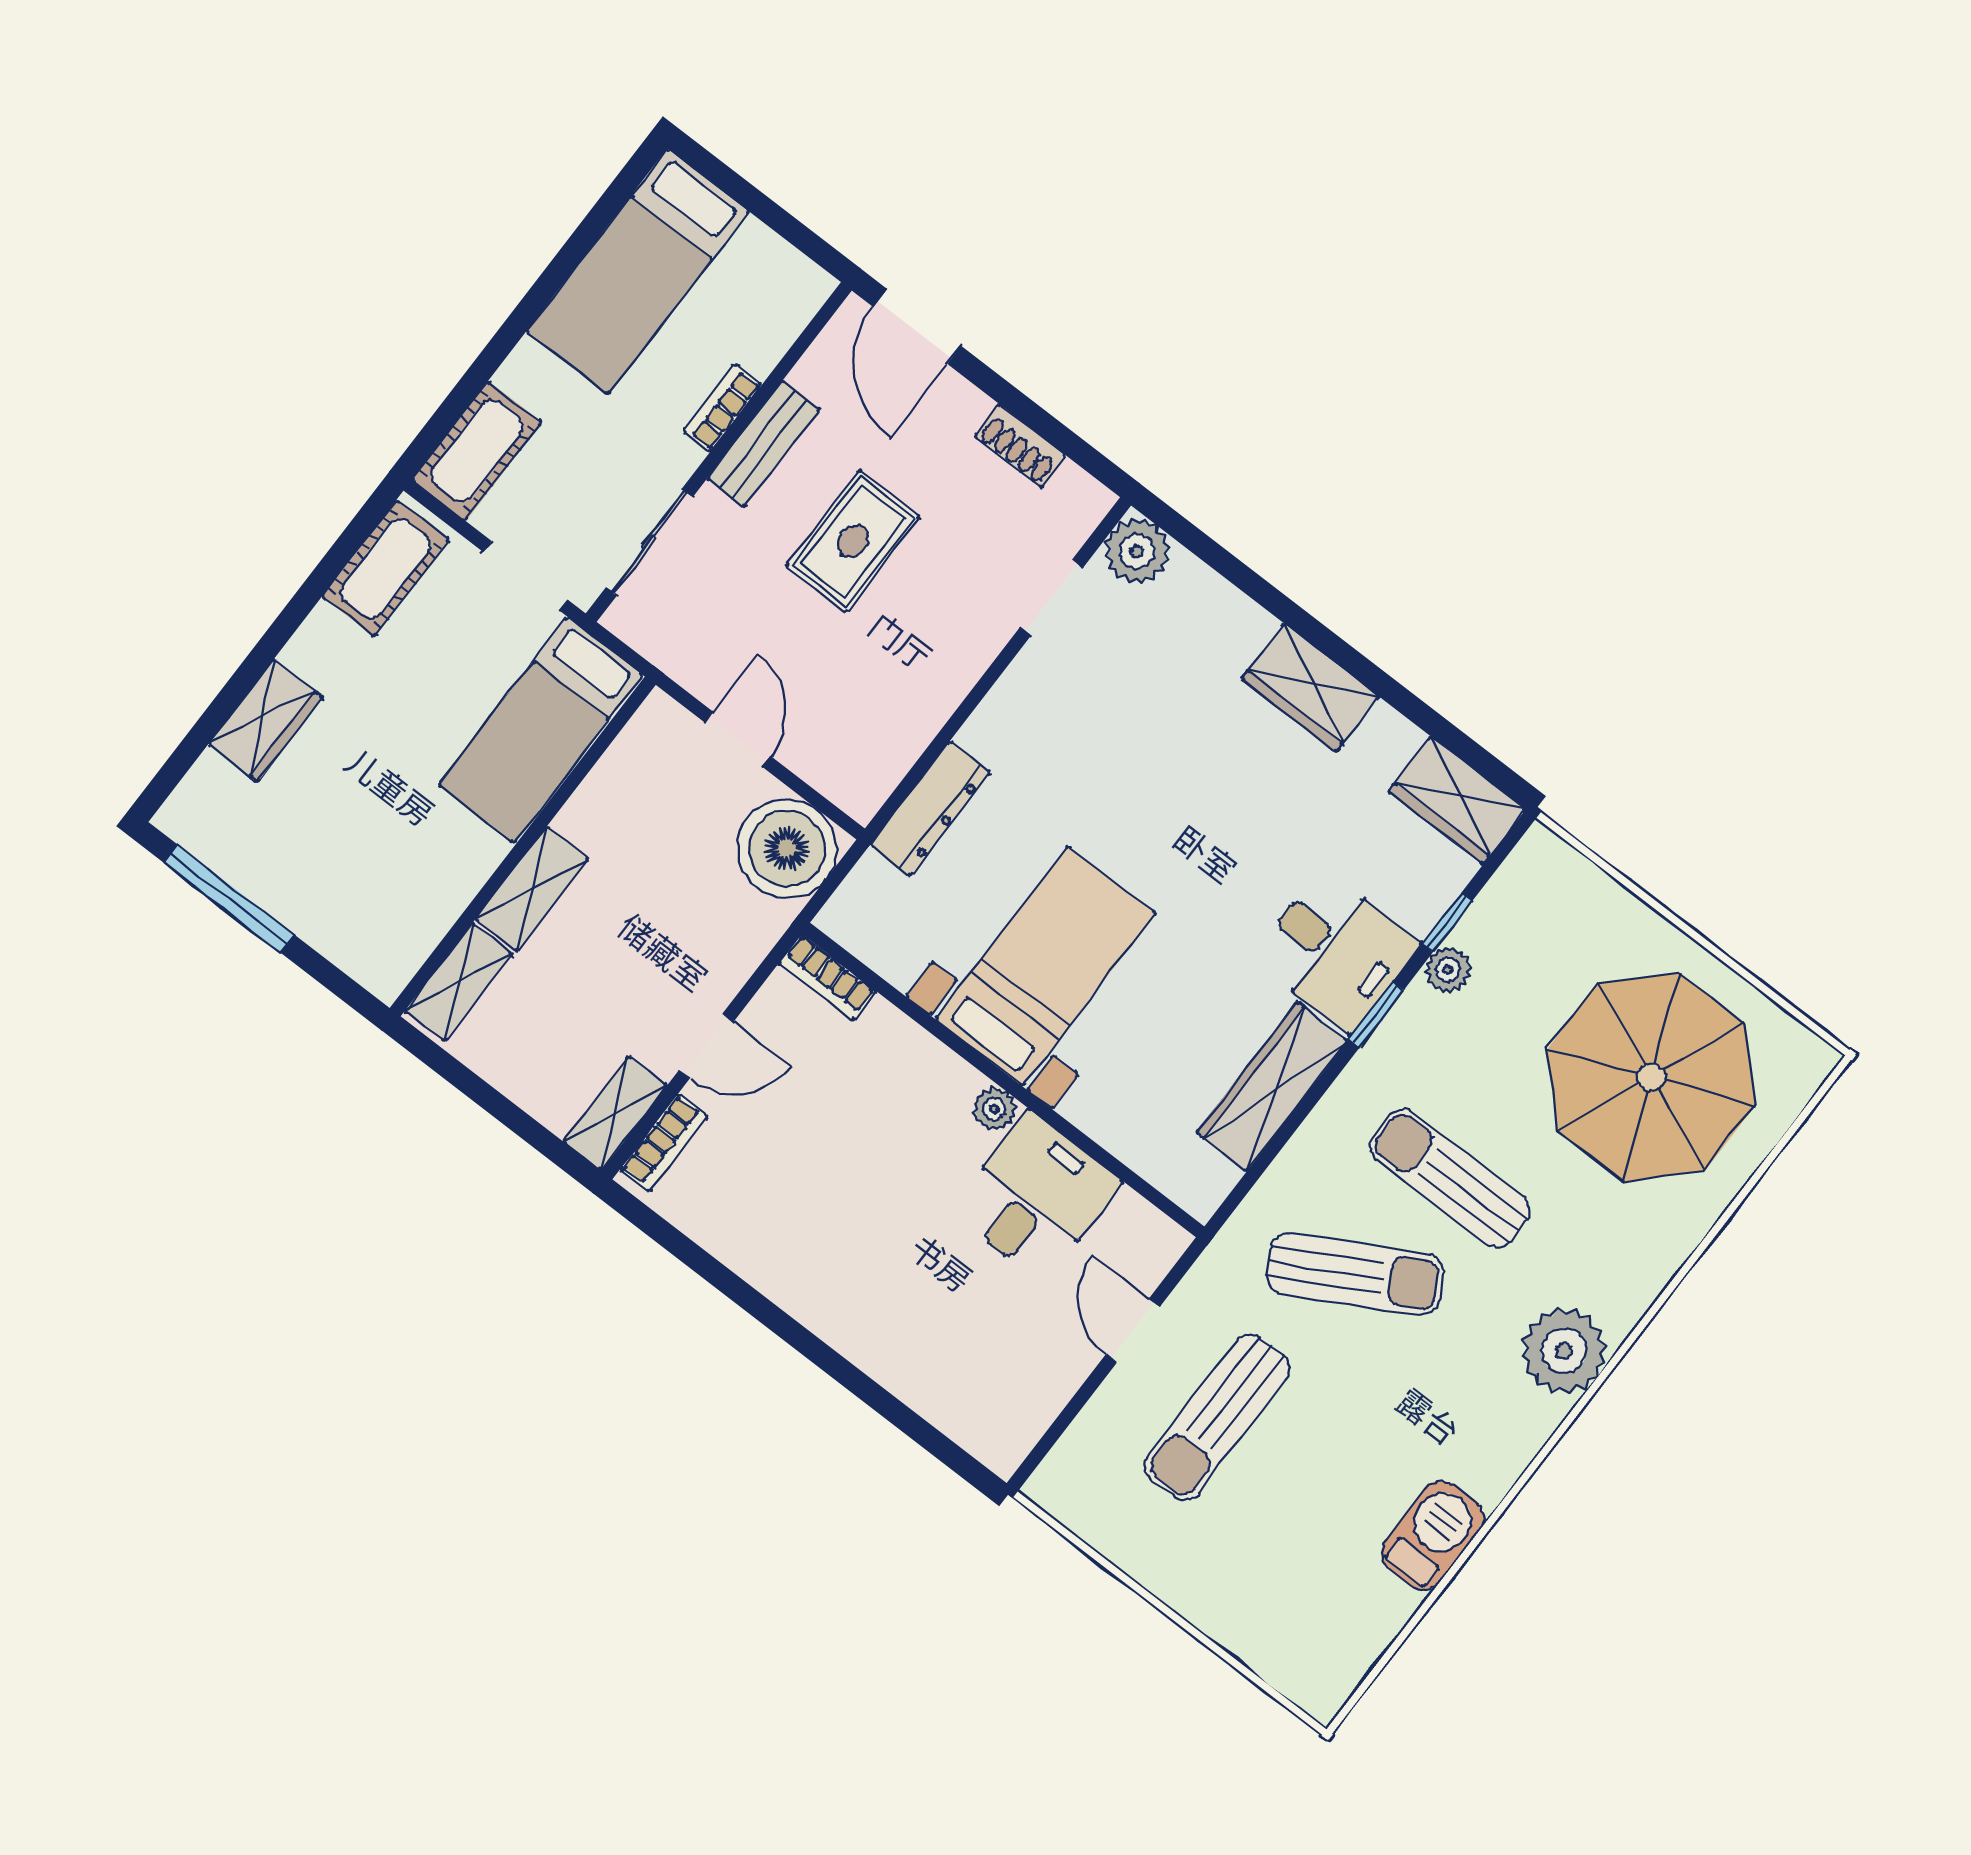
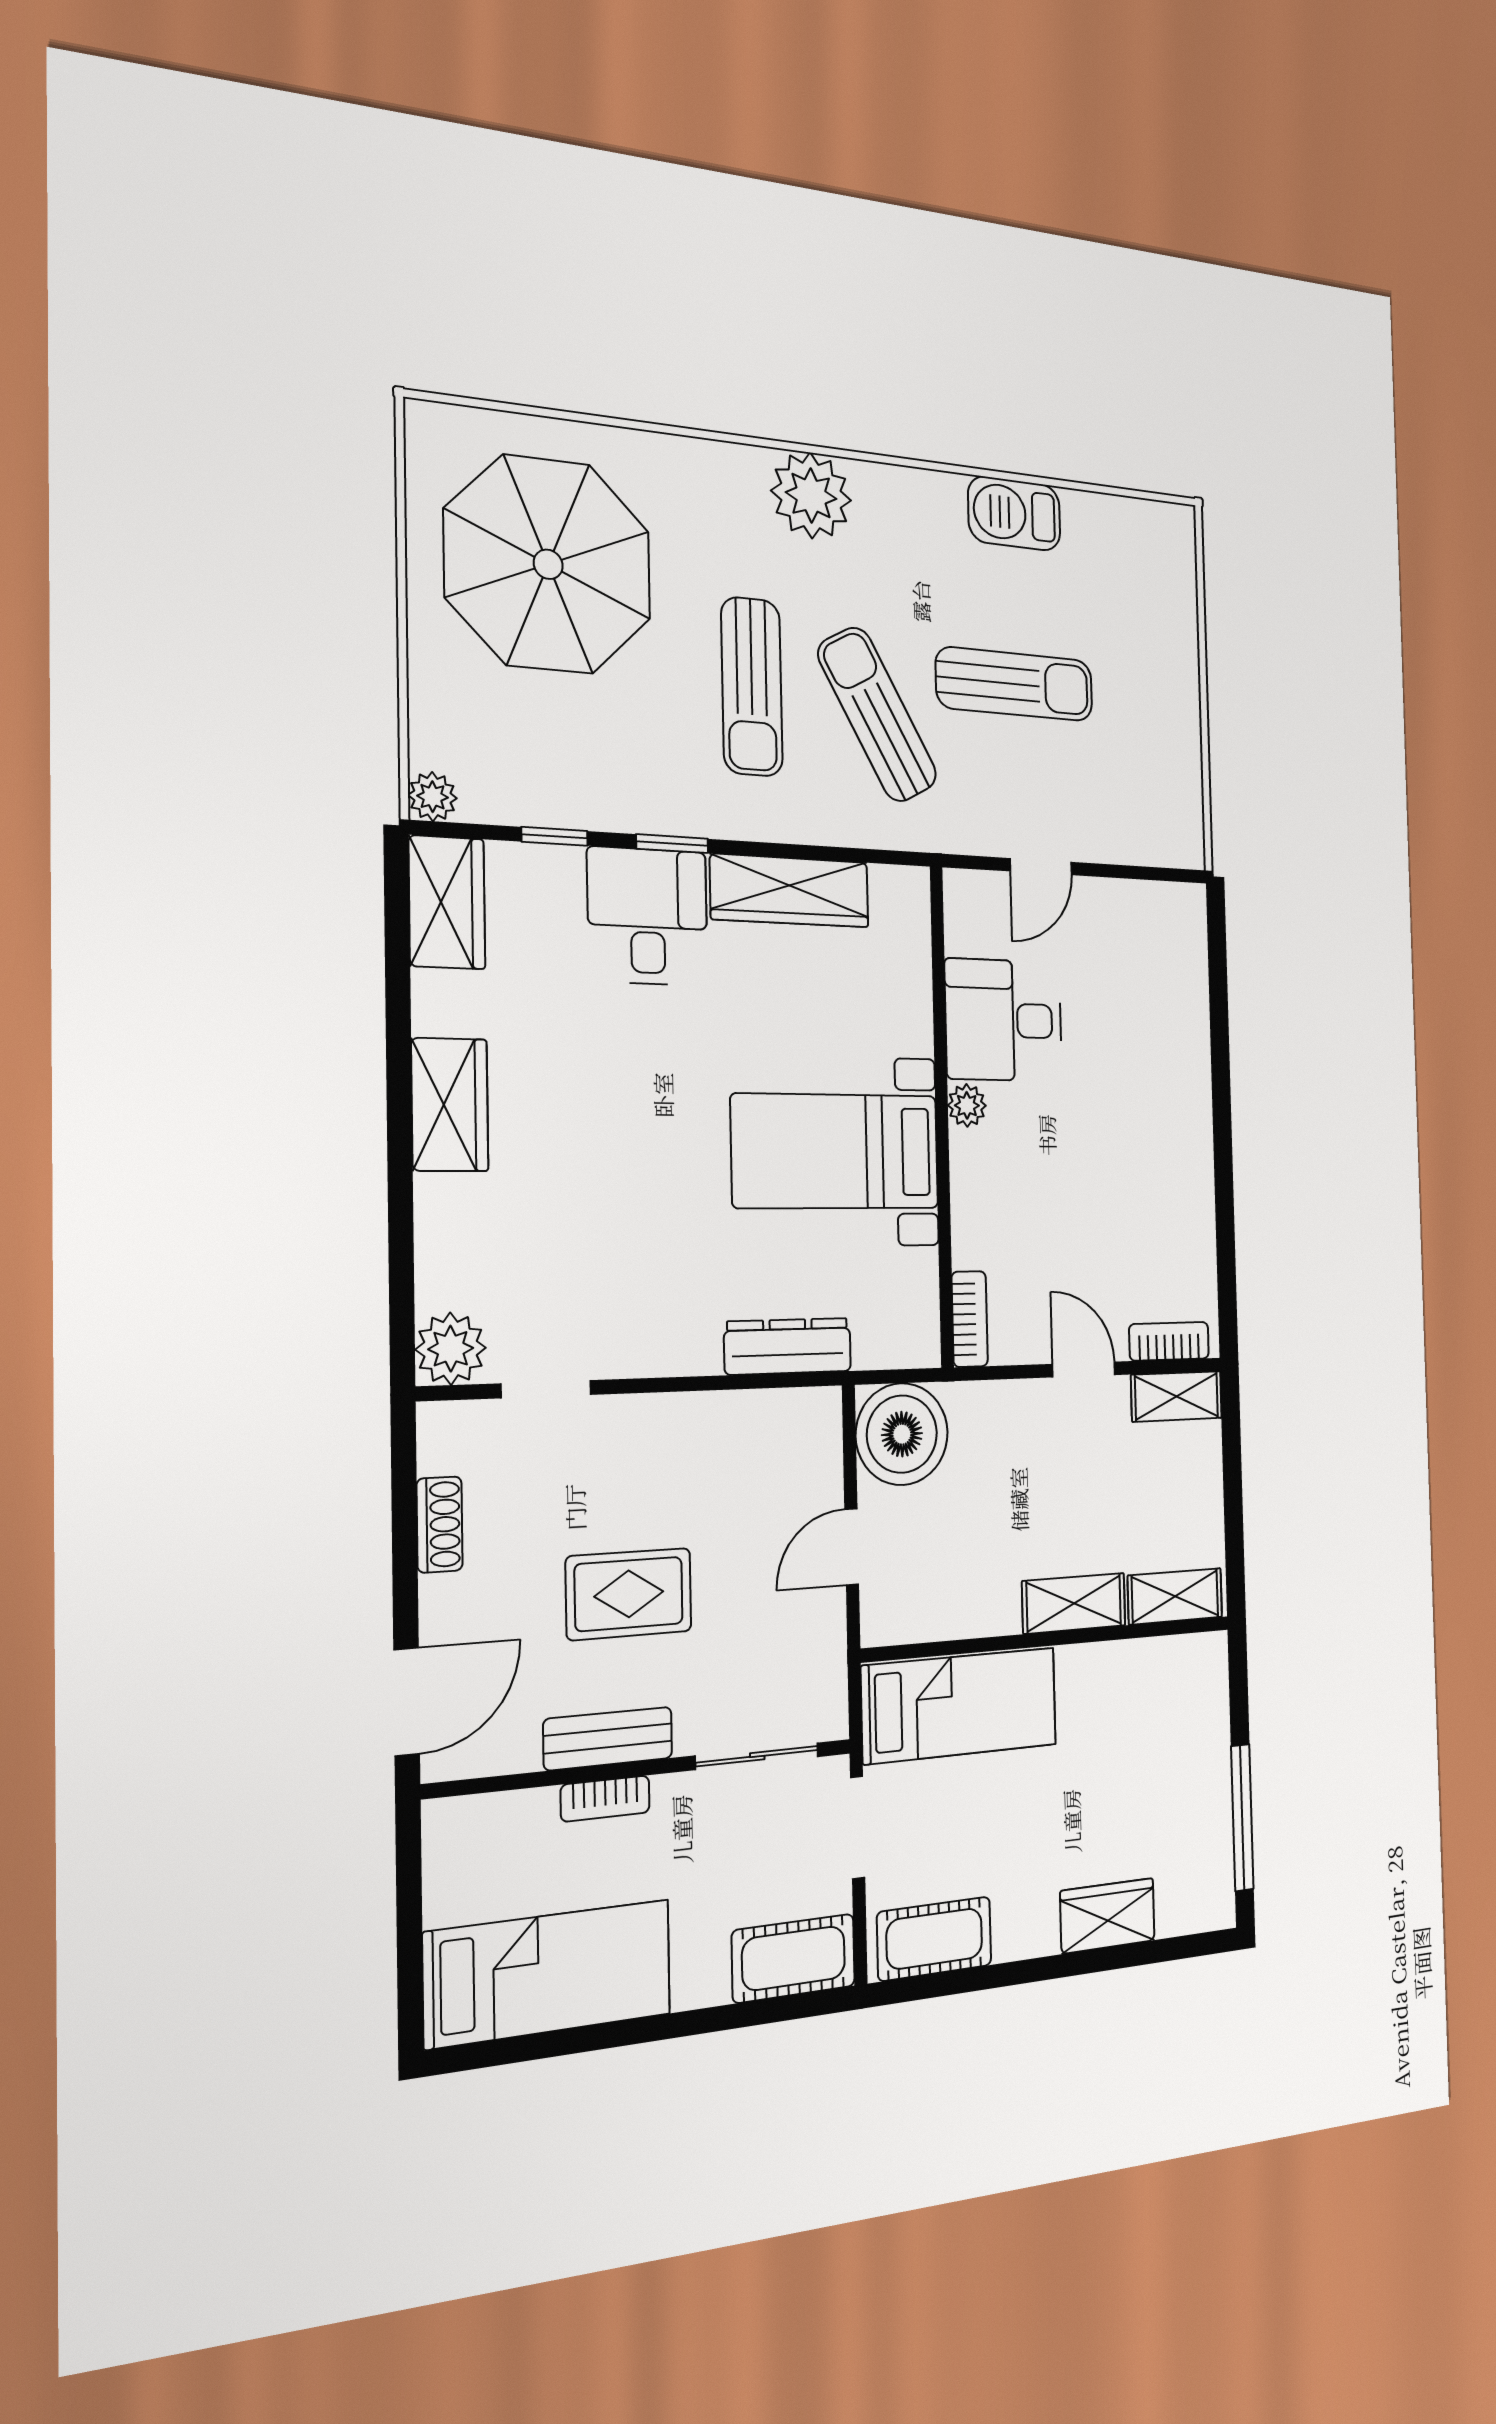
plant: (1448, 970) -> (433, 797), moved
sun lounger: (1217, 1417) -> (1015, 684), moved

